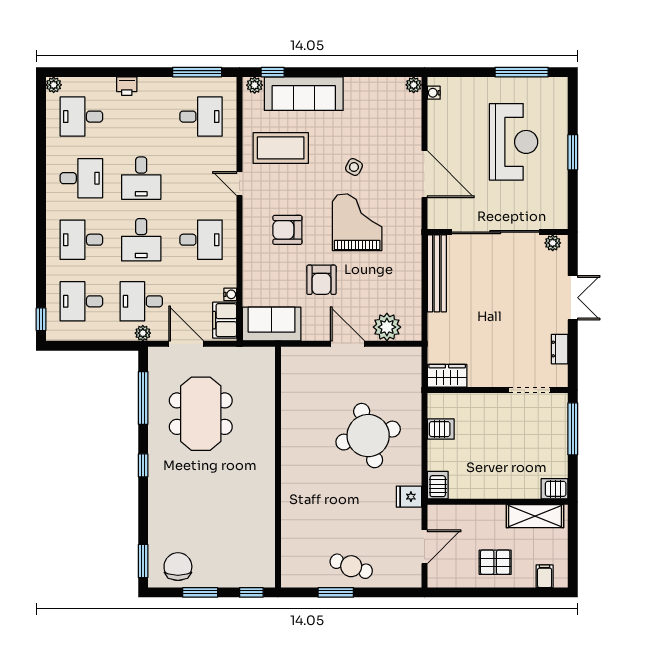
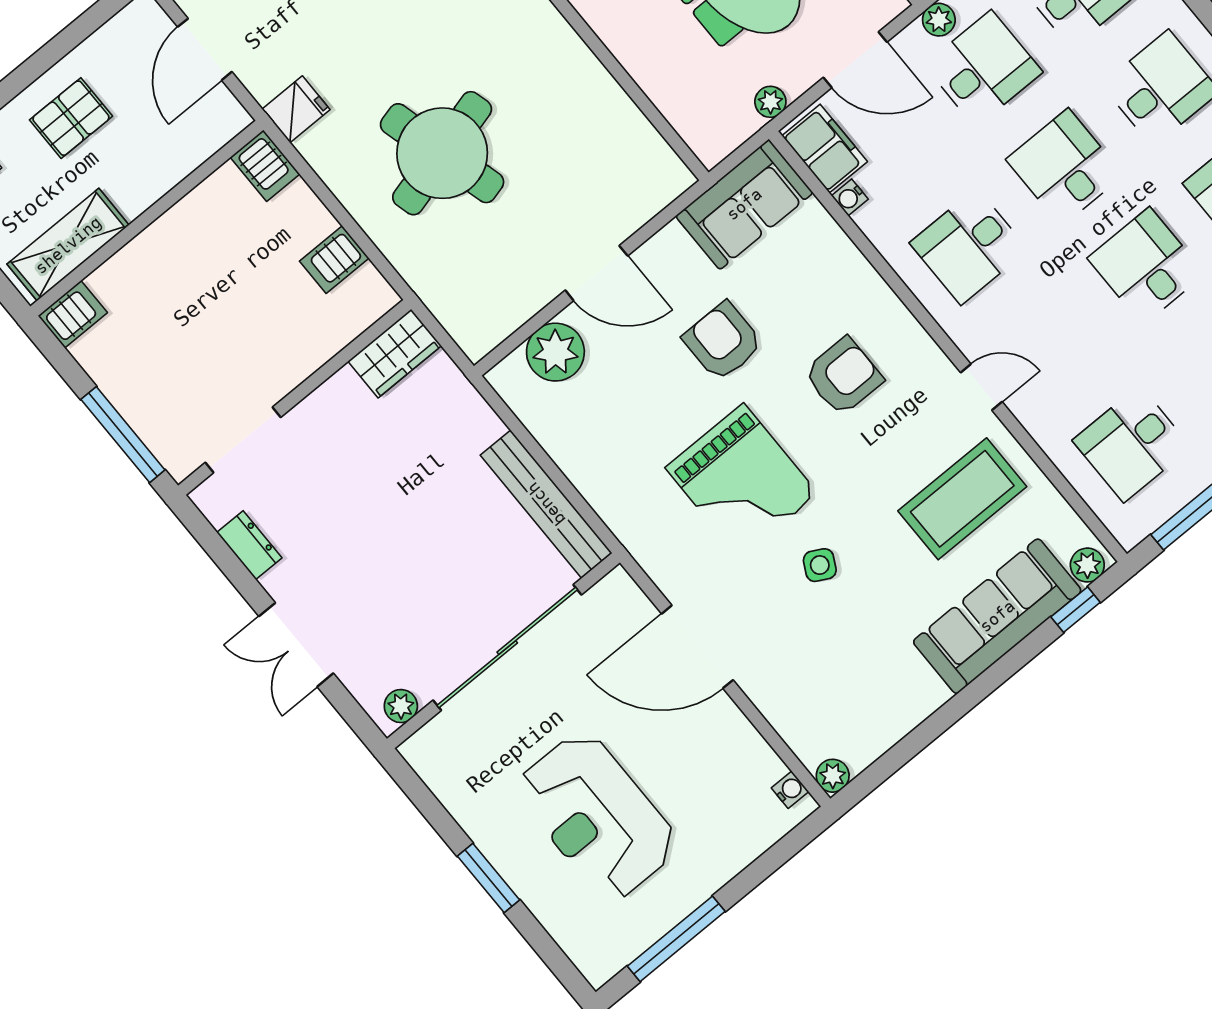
plant: (230, 354) -> (770, 102), added

